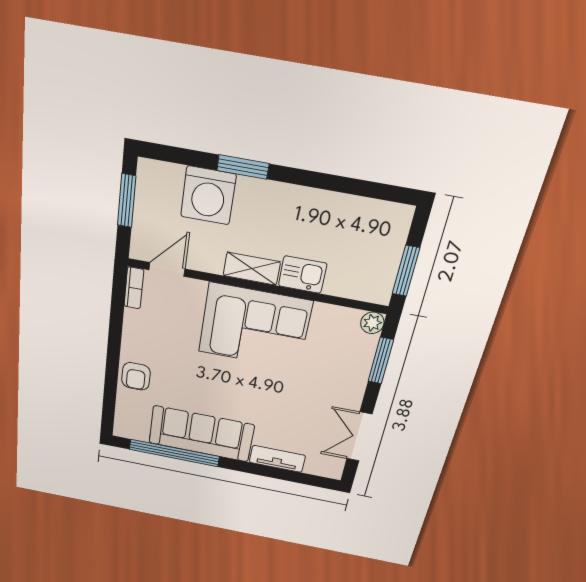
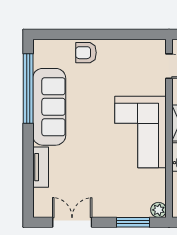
bookcase: (134, 288) -> (152, 45), removed

